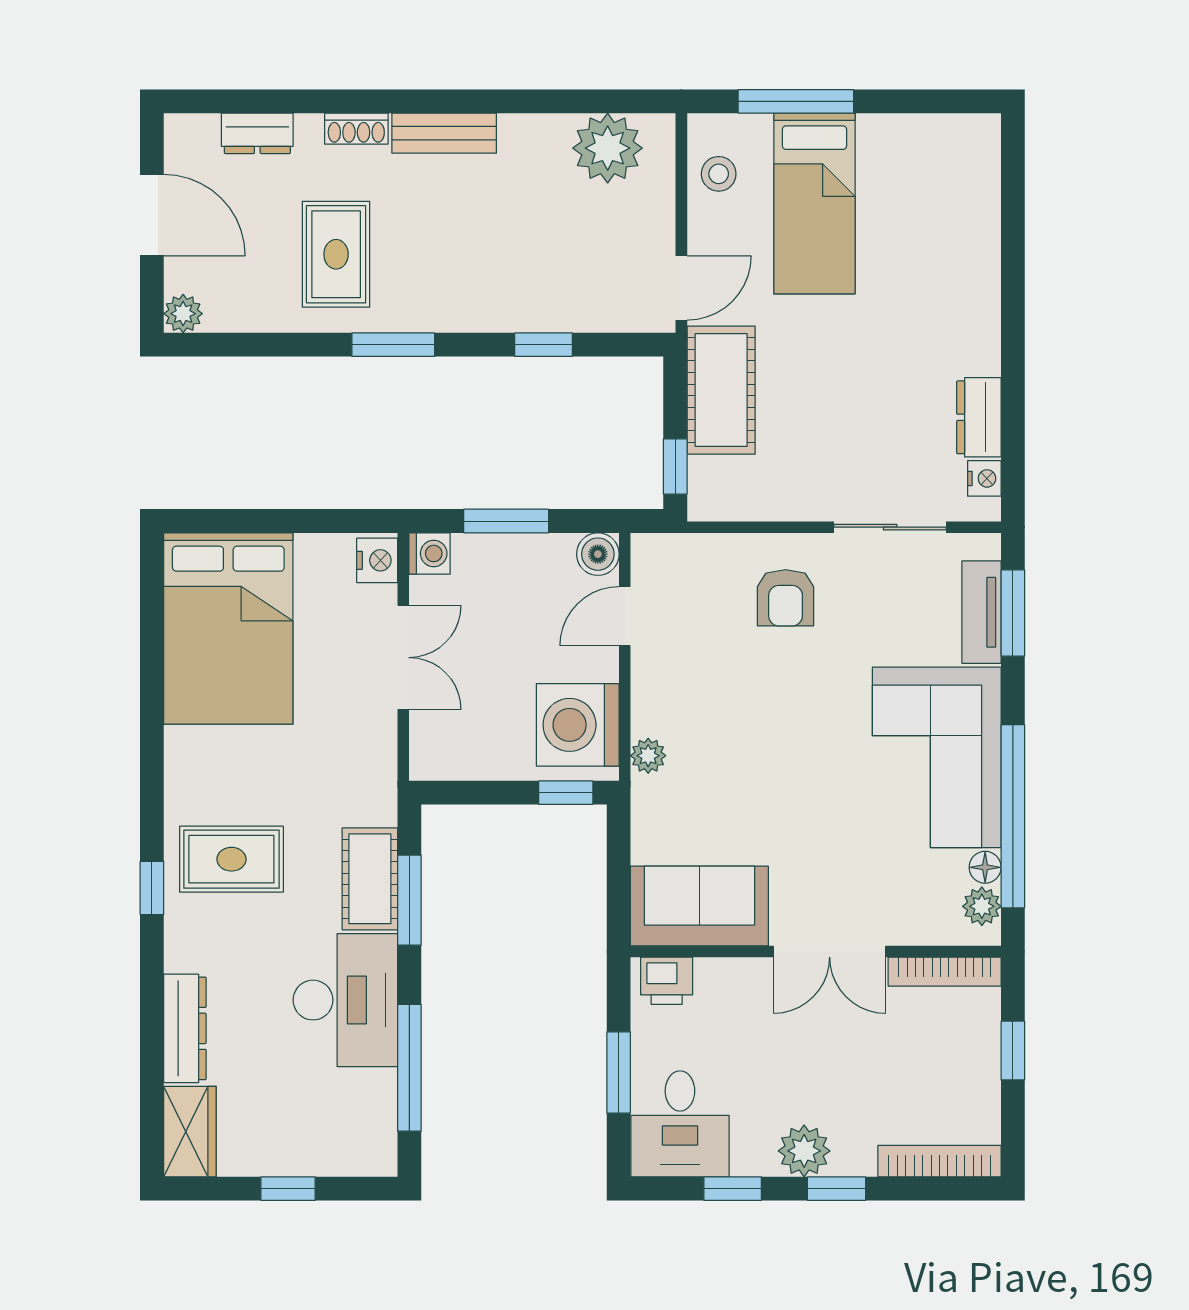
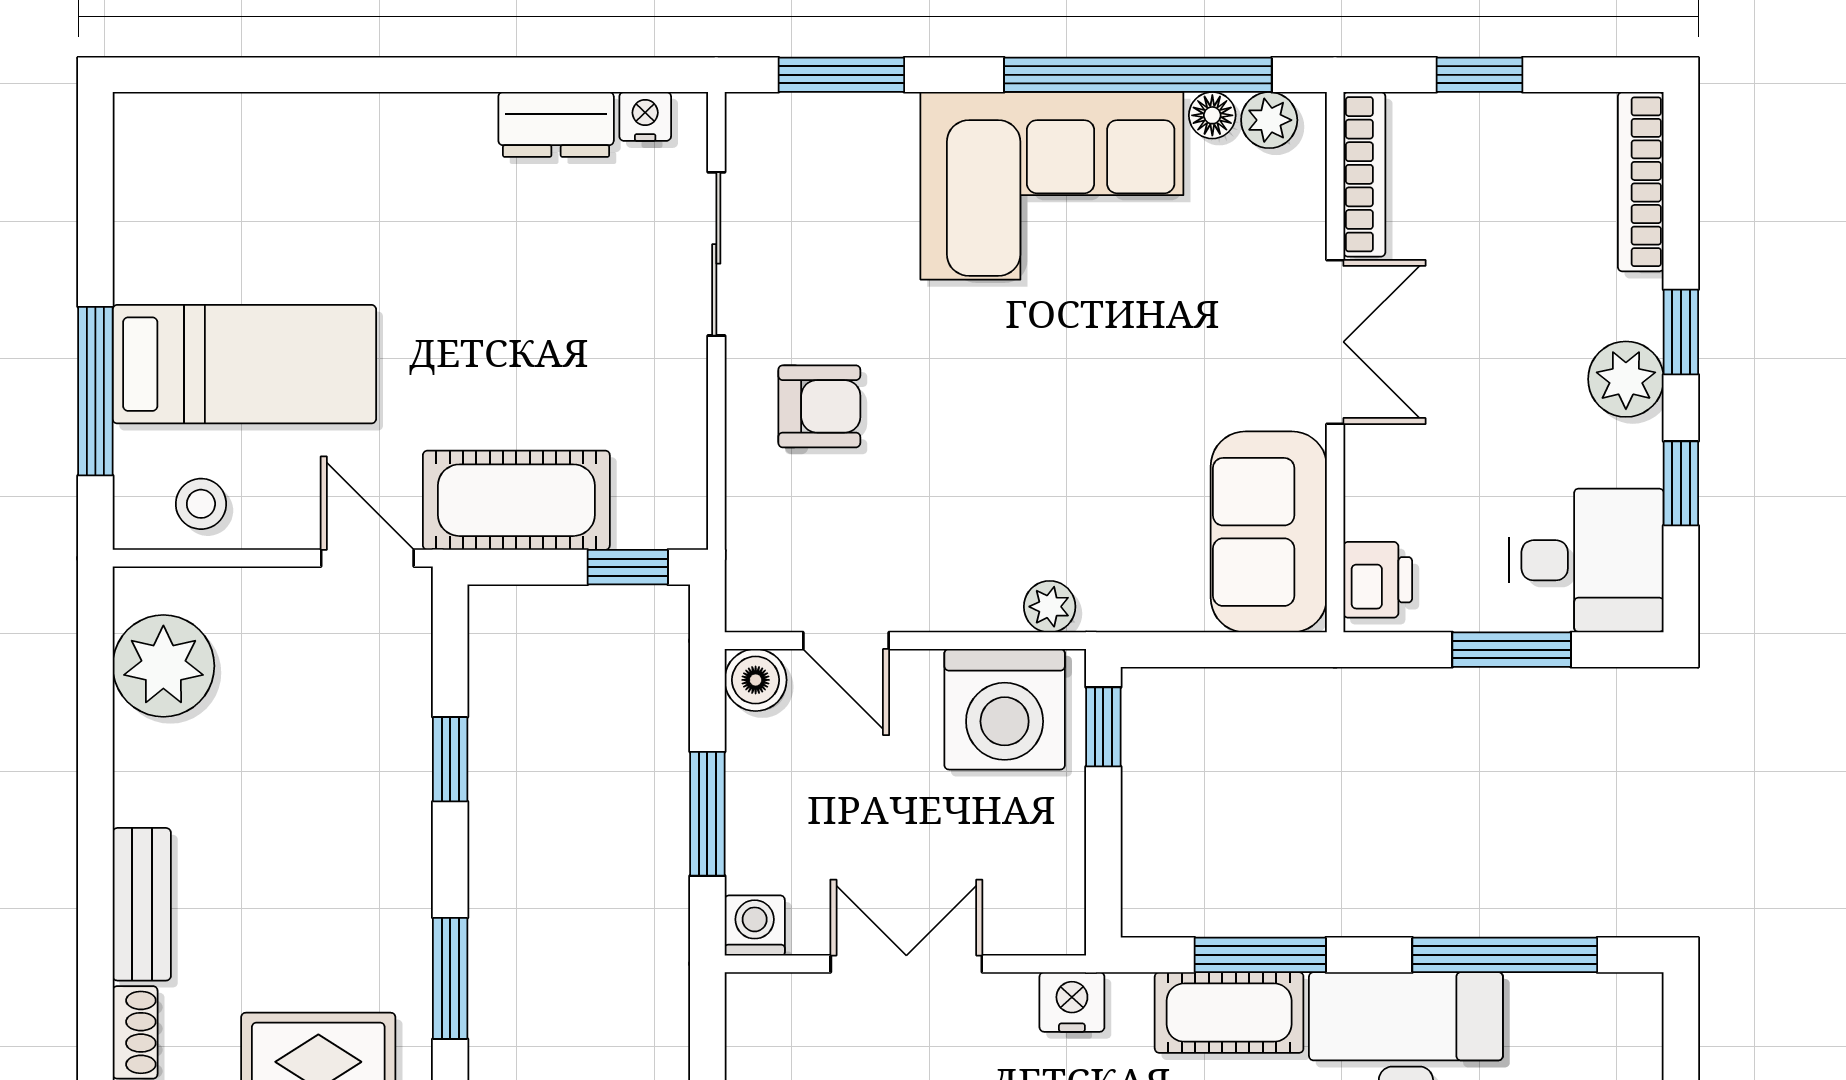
nightstand: (377, 560) -> (1072, 1002), moved
tv unit: (981, 612) -> (840, 121), removed

